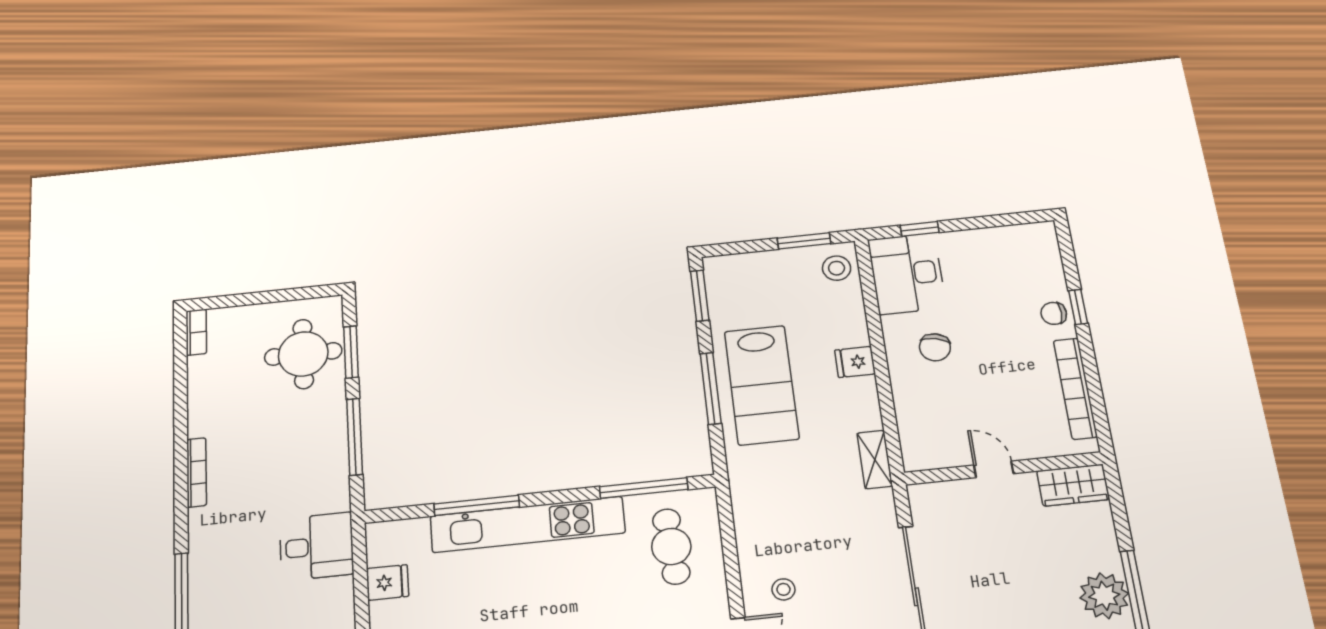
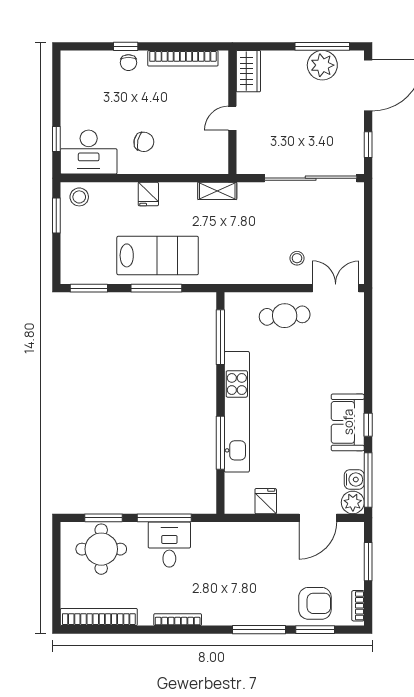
bookcase: (196, 332) -> (99, 617), width x2.31, depth x1.31
desk: (317, 546) -> (169, 545), moved
cafe table: (671, 546) -> (285, 316), moved

